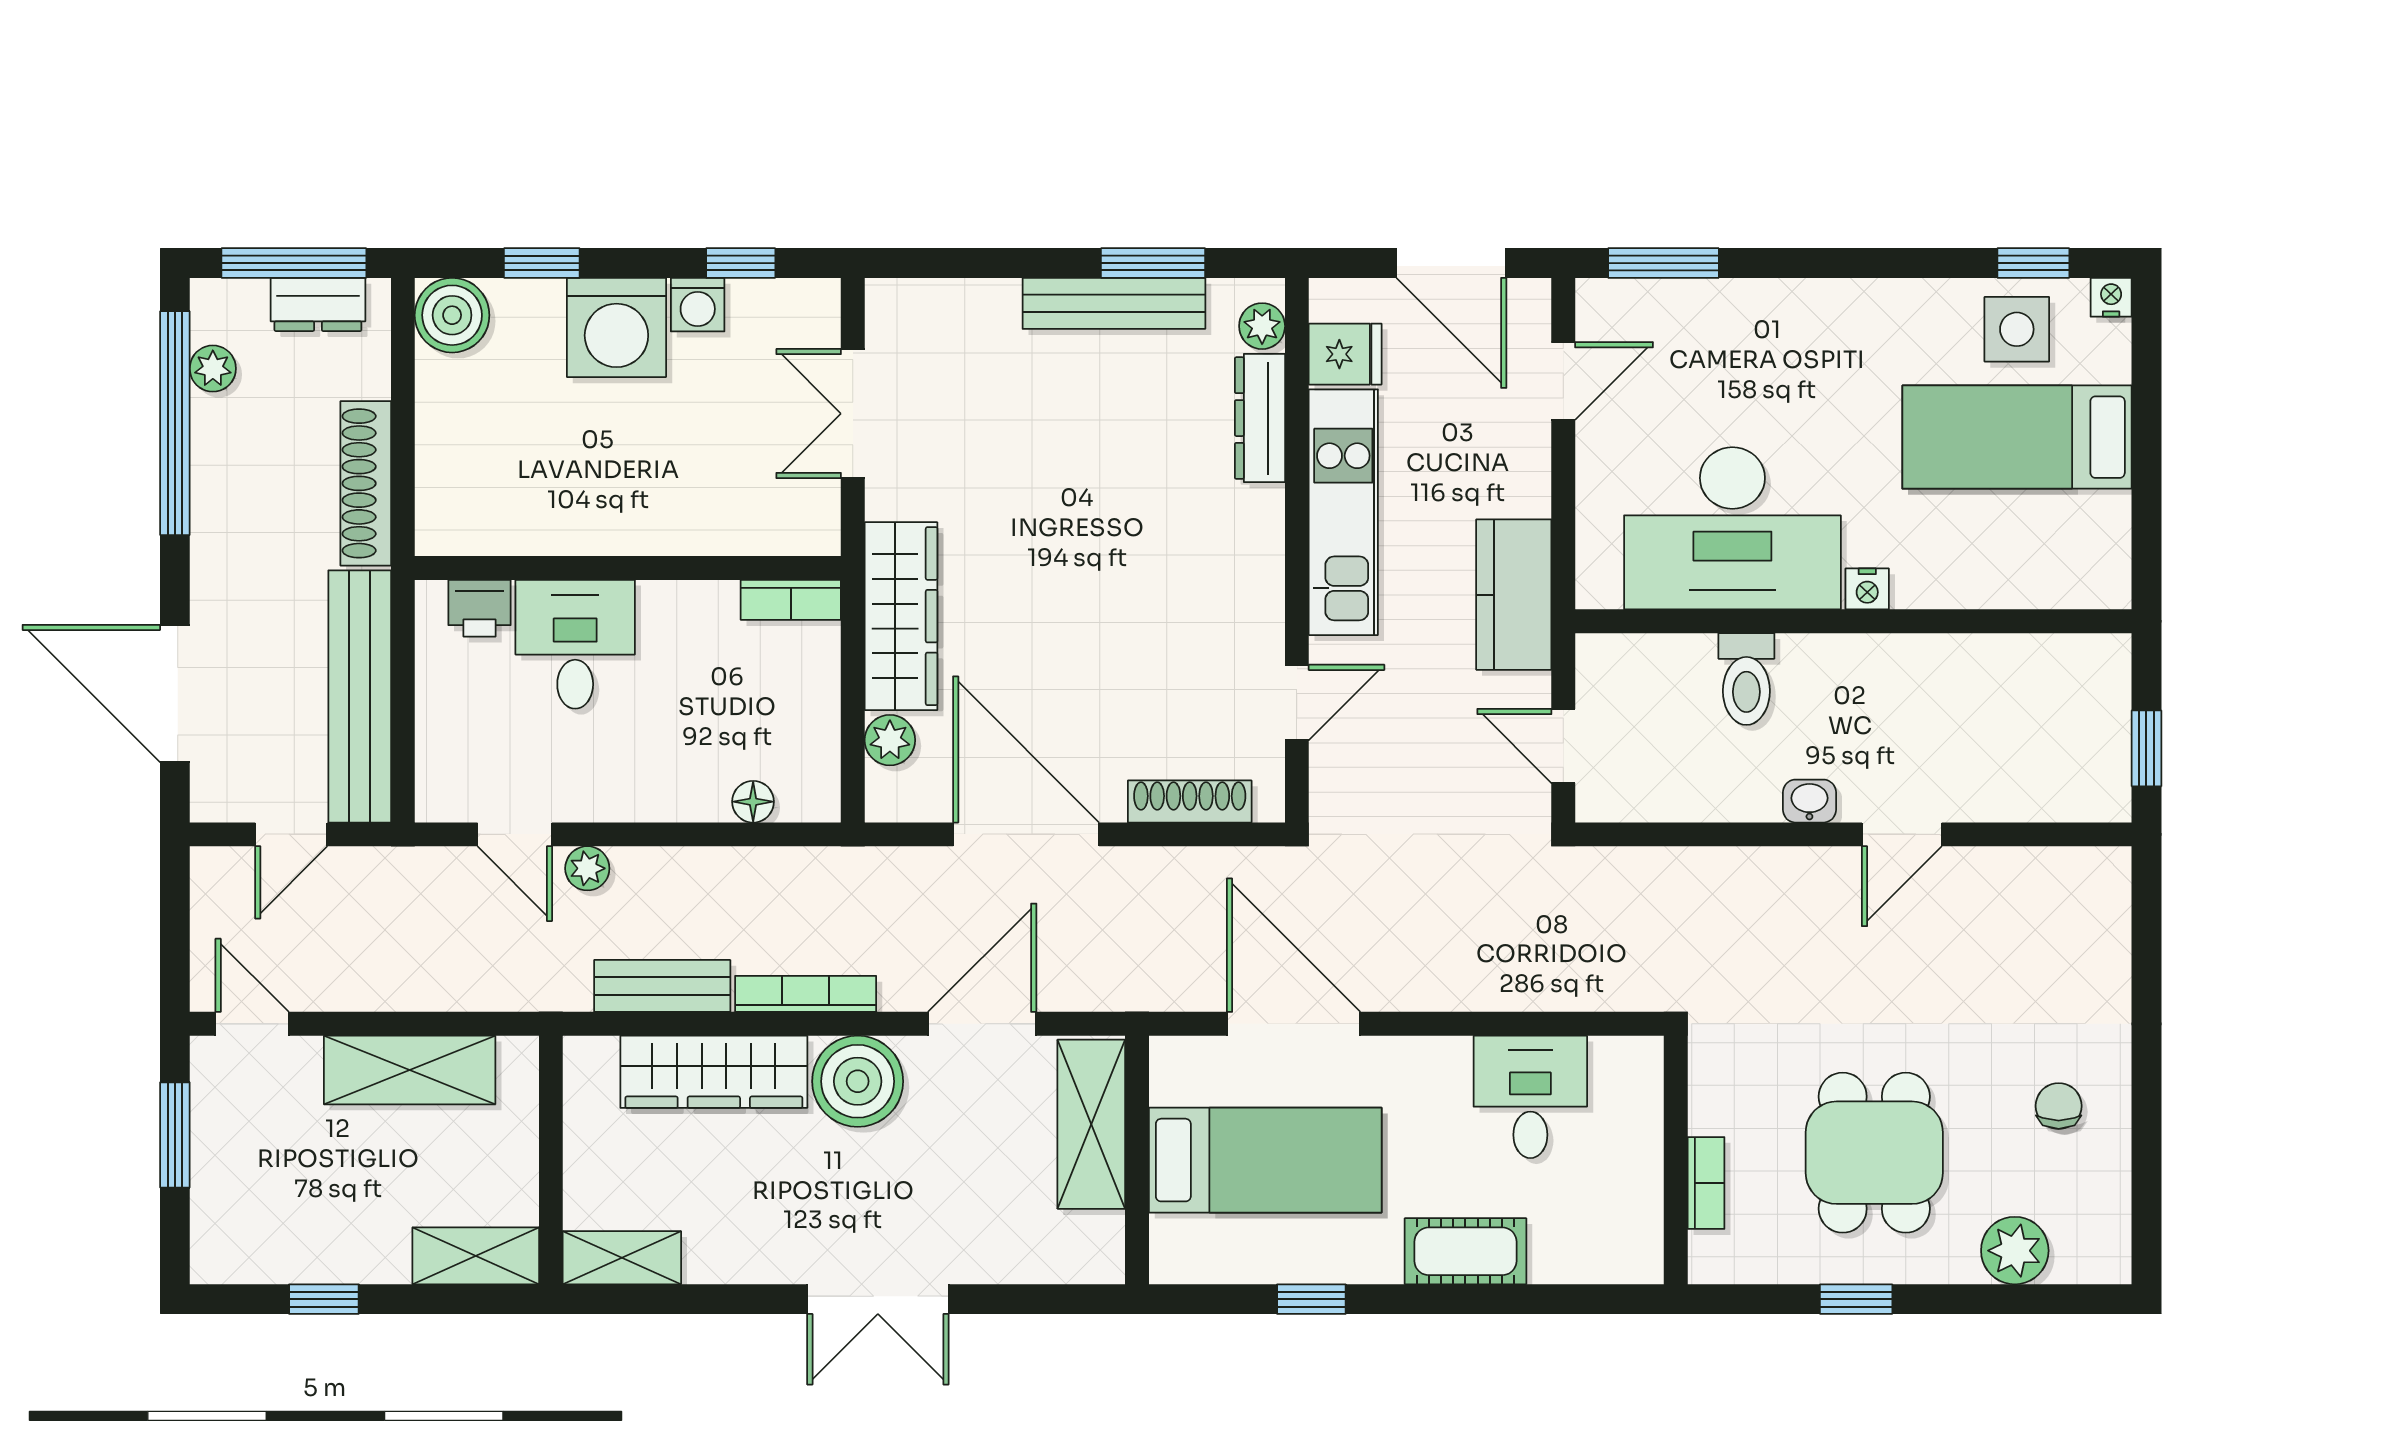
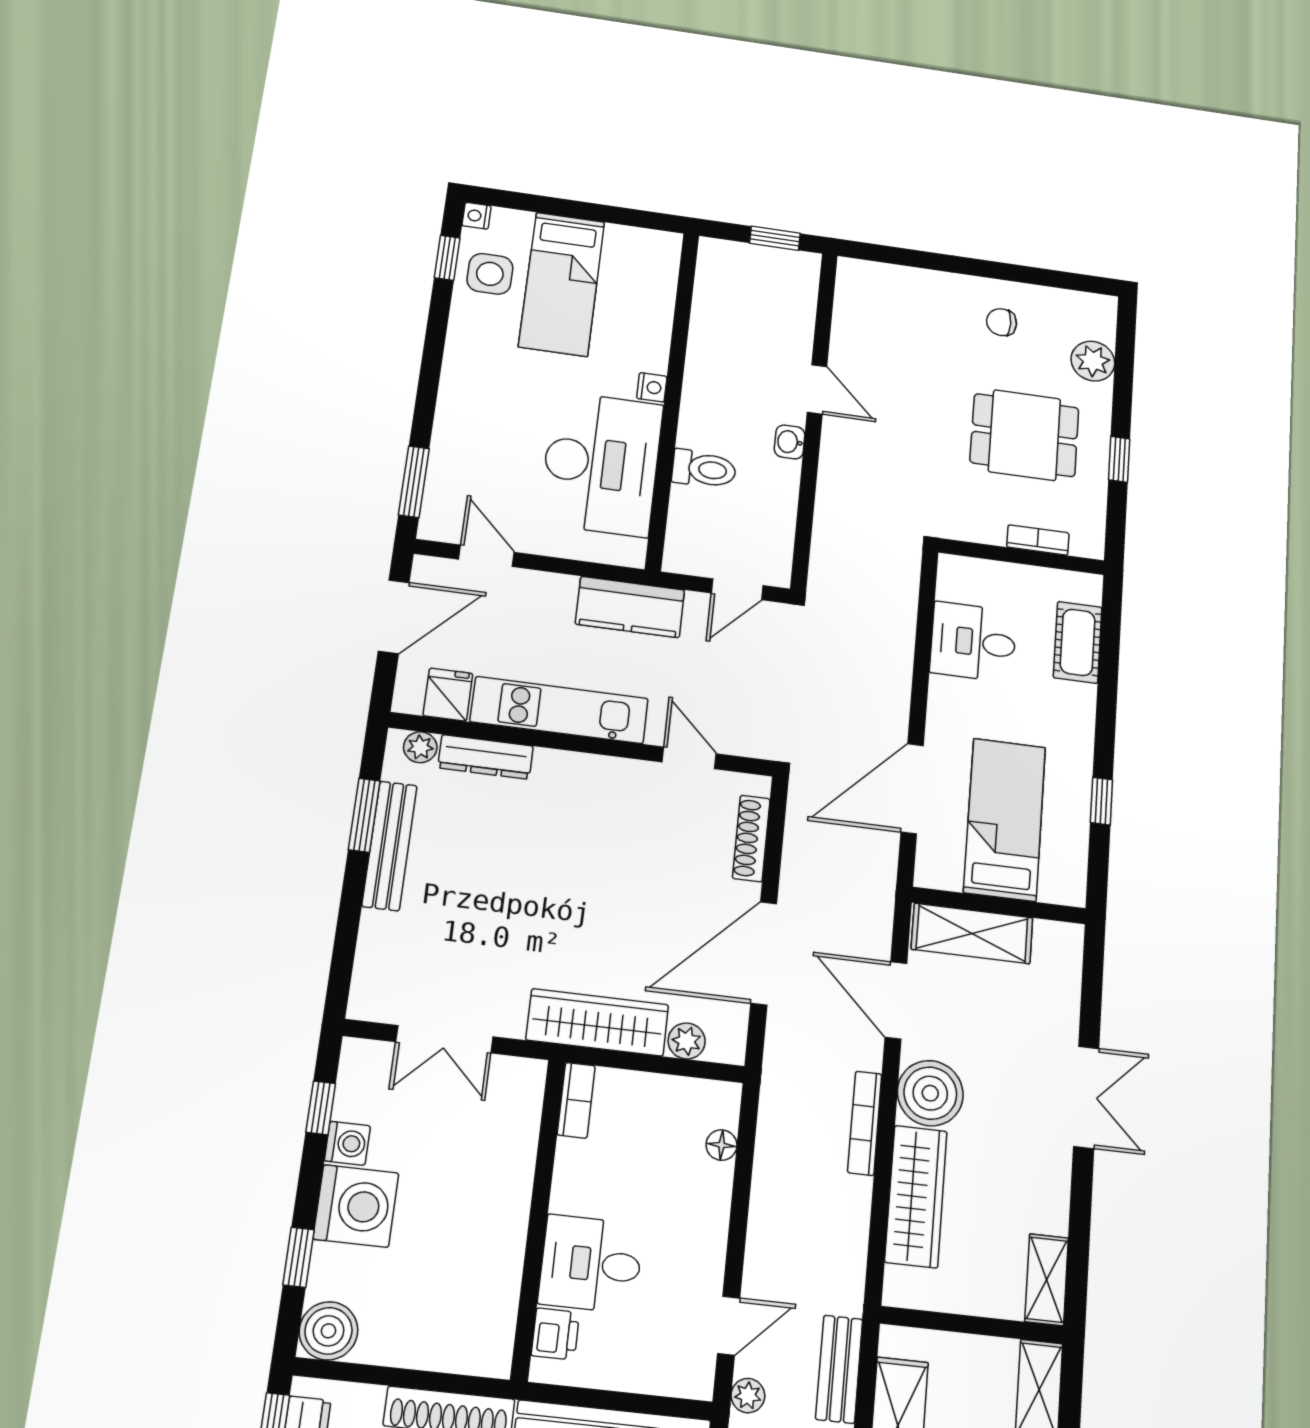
plant: (587, 868) -> (748, 1396), moved
bench: (662, 986) -> (839, 1369), moved
cot: (1465, 1251) -> (1078, 642), moved

